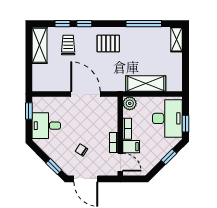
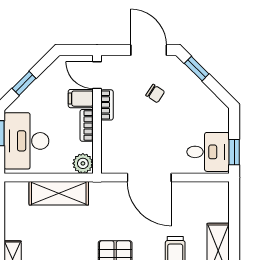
desk: (46, 126) -> (208, 152), moved

